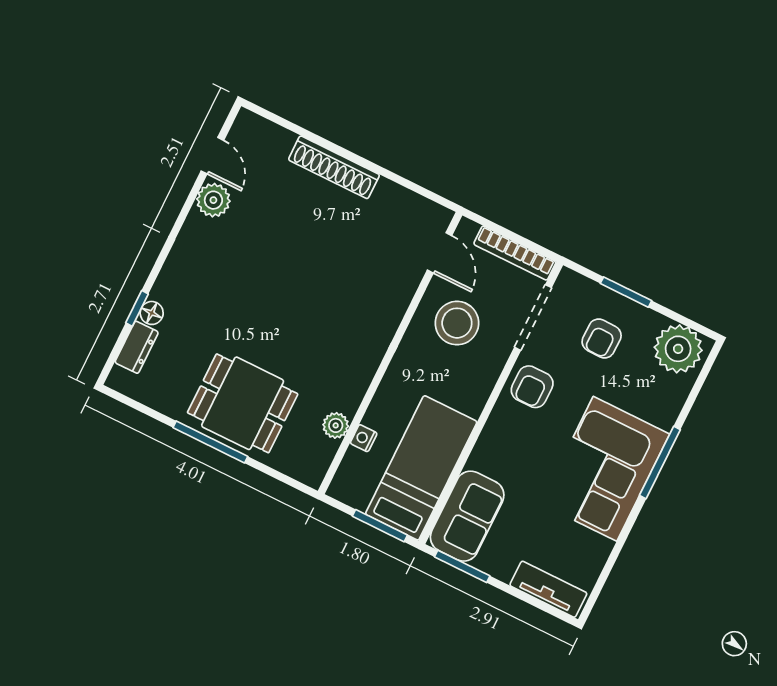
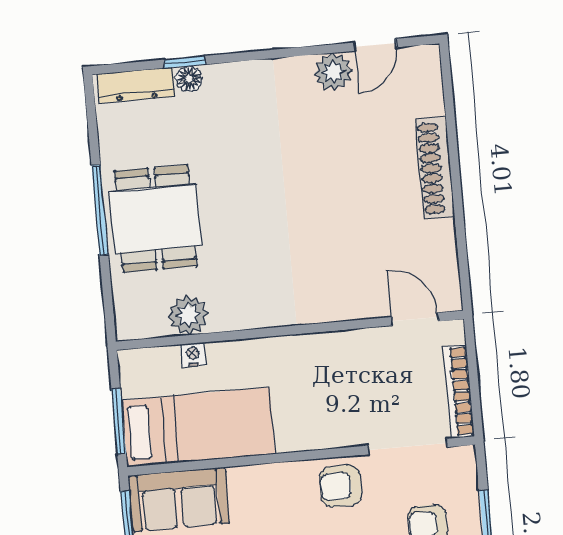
door: (440, 253) -> (415, 319), swing flipped
stool: (457, 323) -> (358, 377), removed
dresser: (137, 347) -> (136, 85), width x1.44
plant: (336, 425) -> (188, 315), width x1.38, depth x1.38

